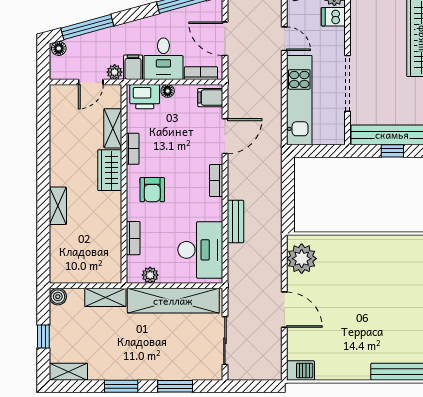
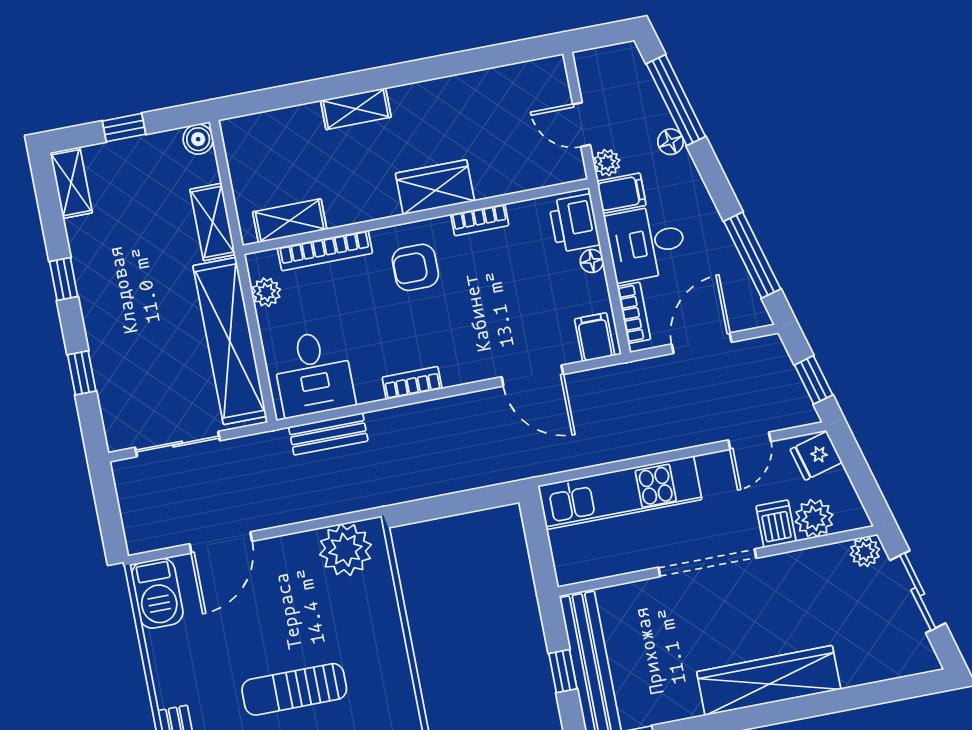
door: (284, 39) -> (750, 441), moved
floor lamp: (59, 48) -> (671, 142), moved
doorway: (348, 83) -> (707, 563), moved
shelving: (113, 128) -> (290, 221), moved
bookcase: (216, 181) -> (412, 383), moved
bench: (235, 221) -> (328, 434), moved
bookcase: (133, 238) -> (325, 250), width x1.56
desk: (200, 250) -> (313, 373), width x0.73
sun lounger: (374, 302) -> (294, 689), added
door: (284, 310) -> (221, 543), moved
barbecue: (300, 370) -> (157, 593), width x1.38, depth x1.27
window: (121, 386) -> (64, 279), width x0.67
window: (175, 386) -> (82, 373), width x0.67

